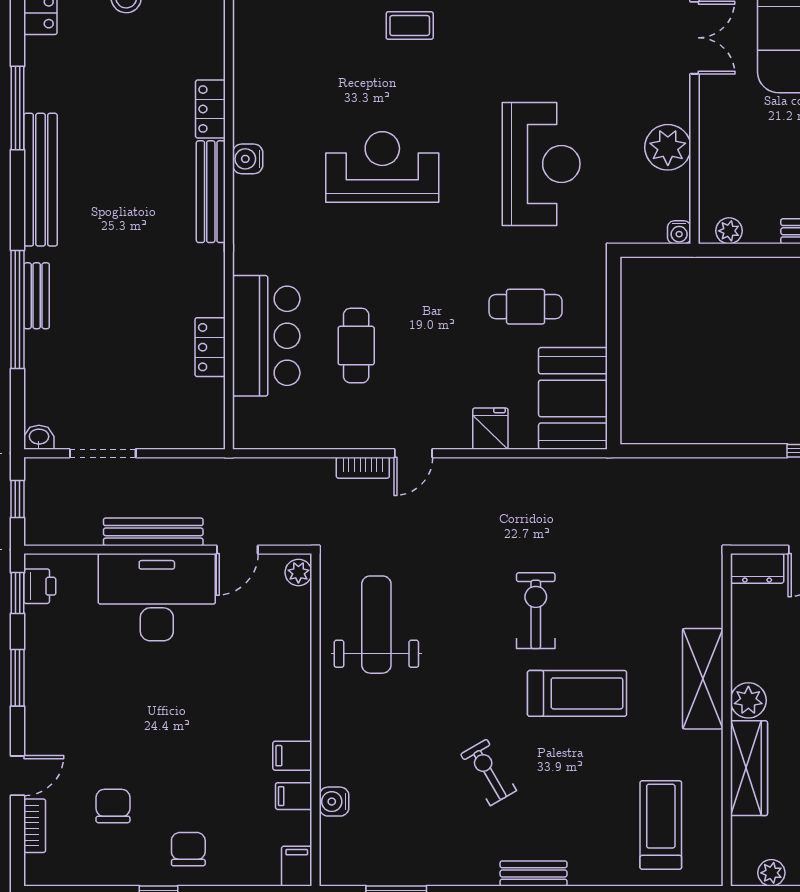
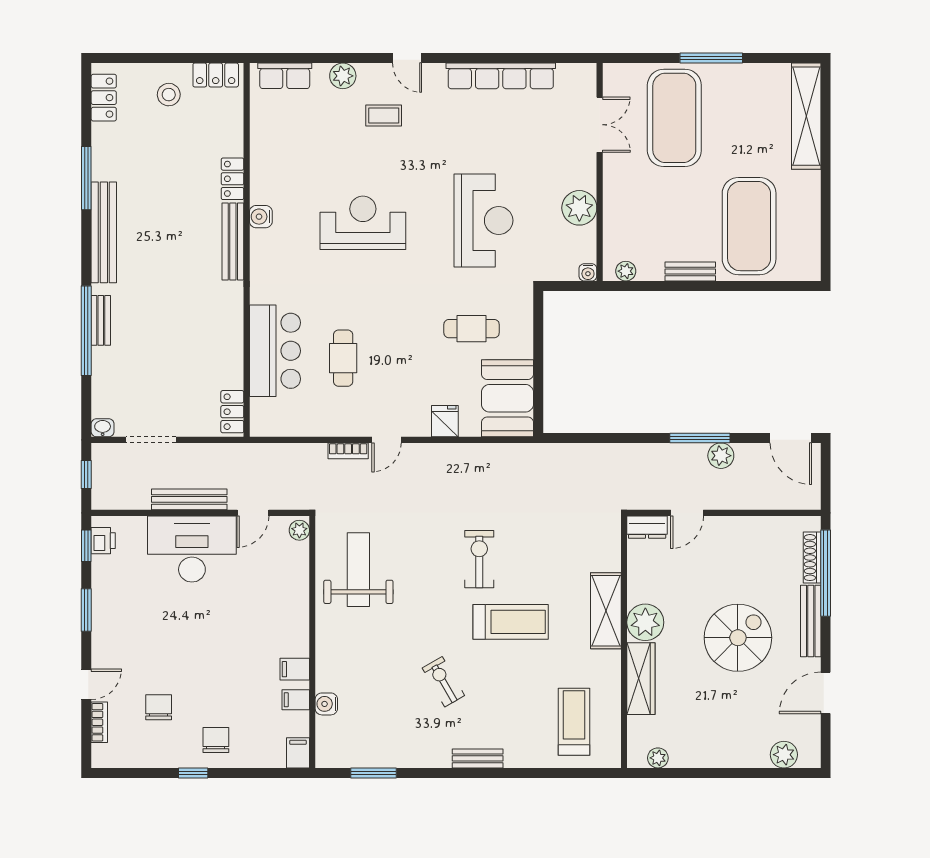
locker: (210, 347) -> (232, 412), moved
plant: (748, 700) -> (645, 622), width x1.36, depth x1.36

